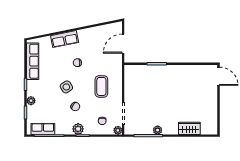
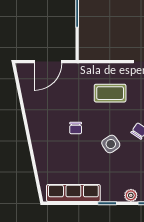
row of seats: (65, 39) -> (41, 147), removed
door: (123, 44) -> (48, 62), hinge flipped

